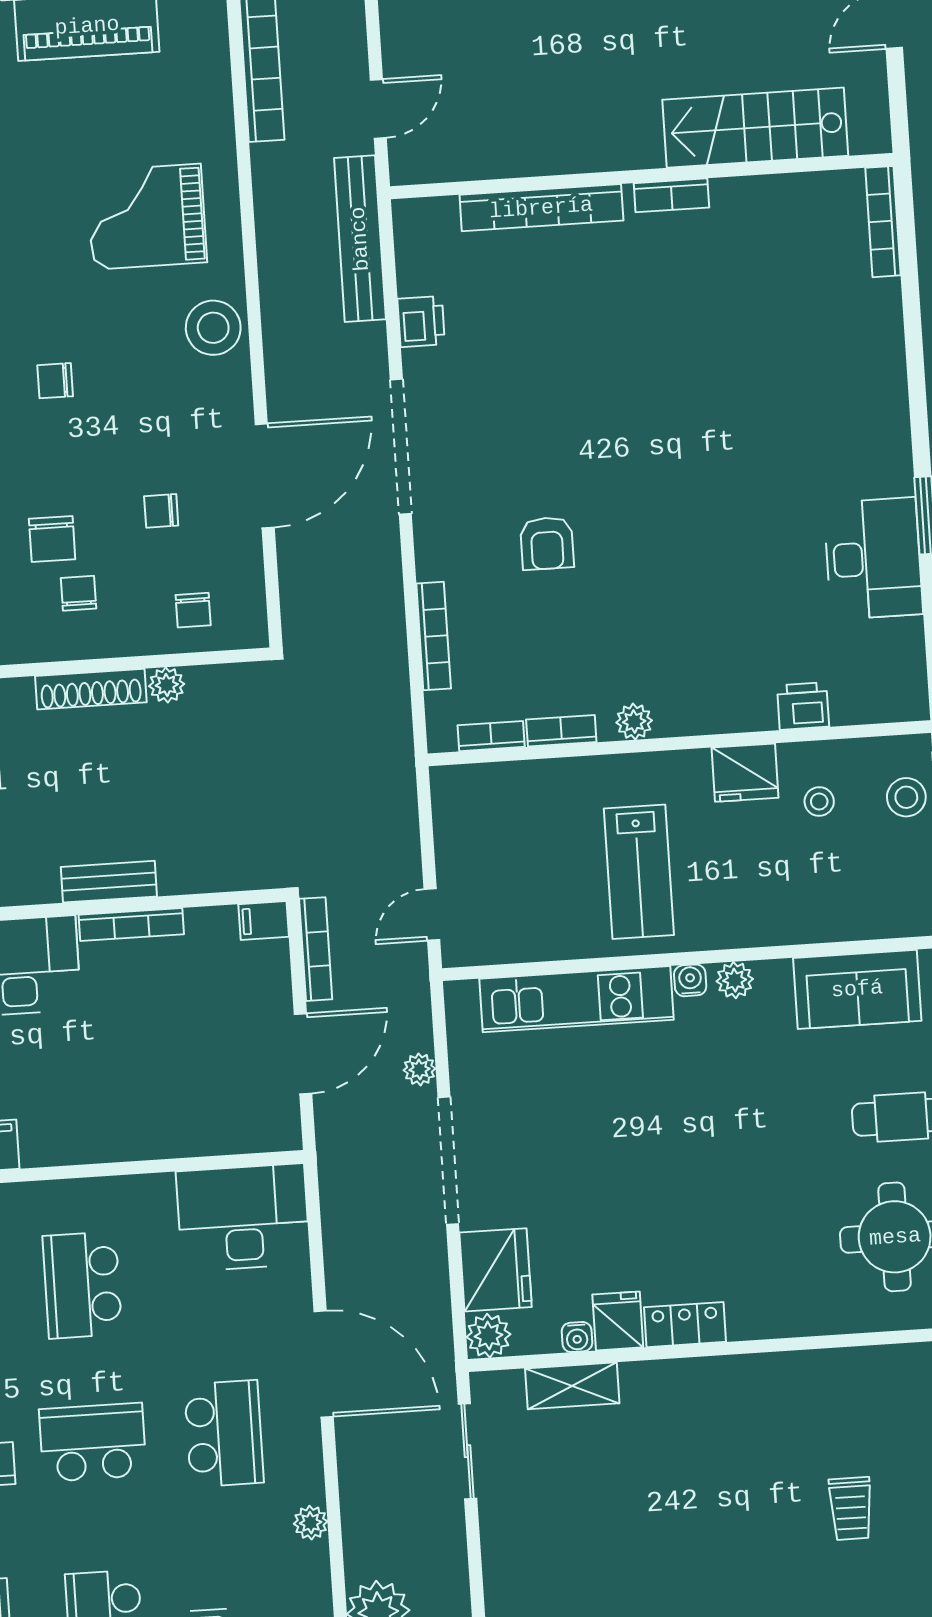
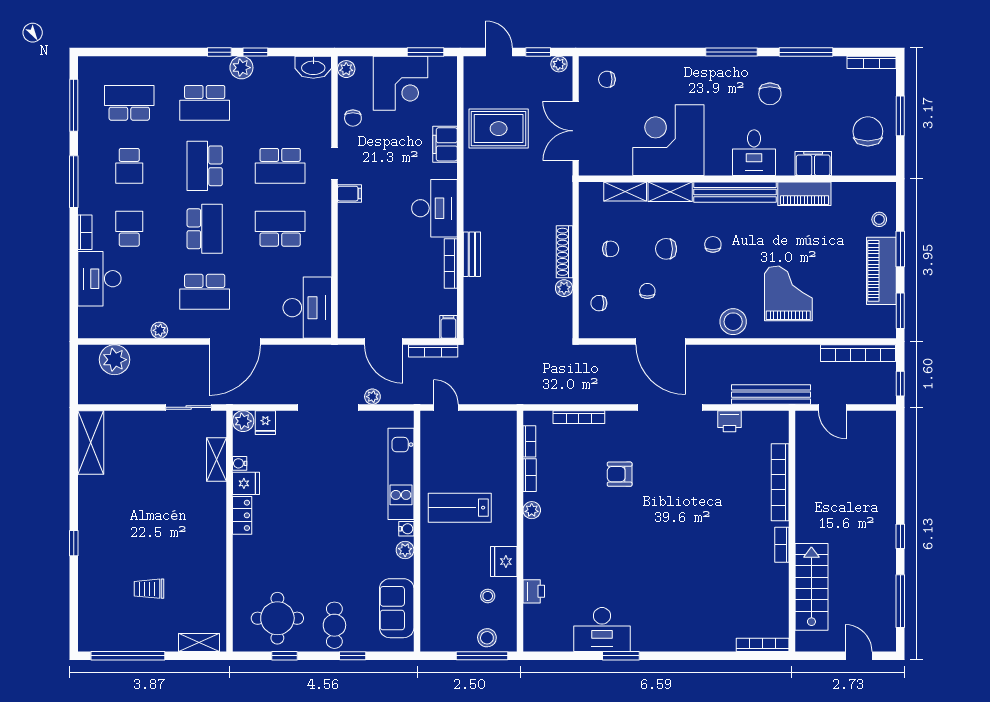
chair: (52, 539) -> (666, 249), moved
fridge: (496, 1270) -> (265, 423), width x0.53, depth x0.75

